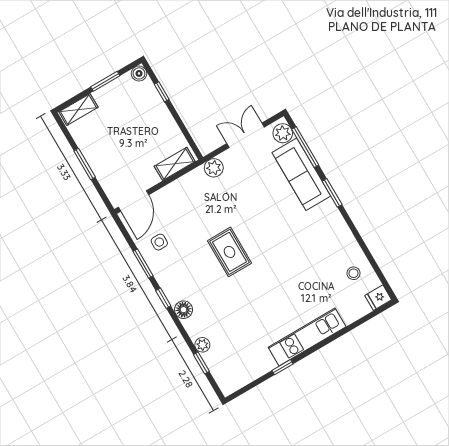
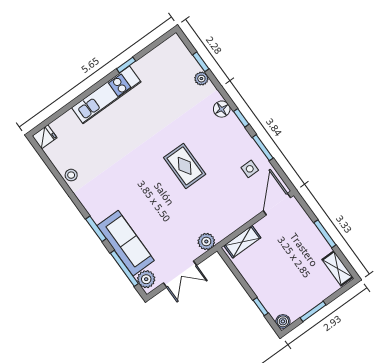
shelving: (78, 110) -> (337, 268), moved, turned 90
stool: (353, 273) -> (71, 175), moved

